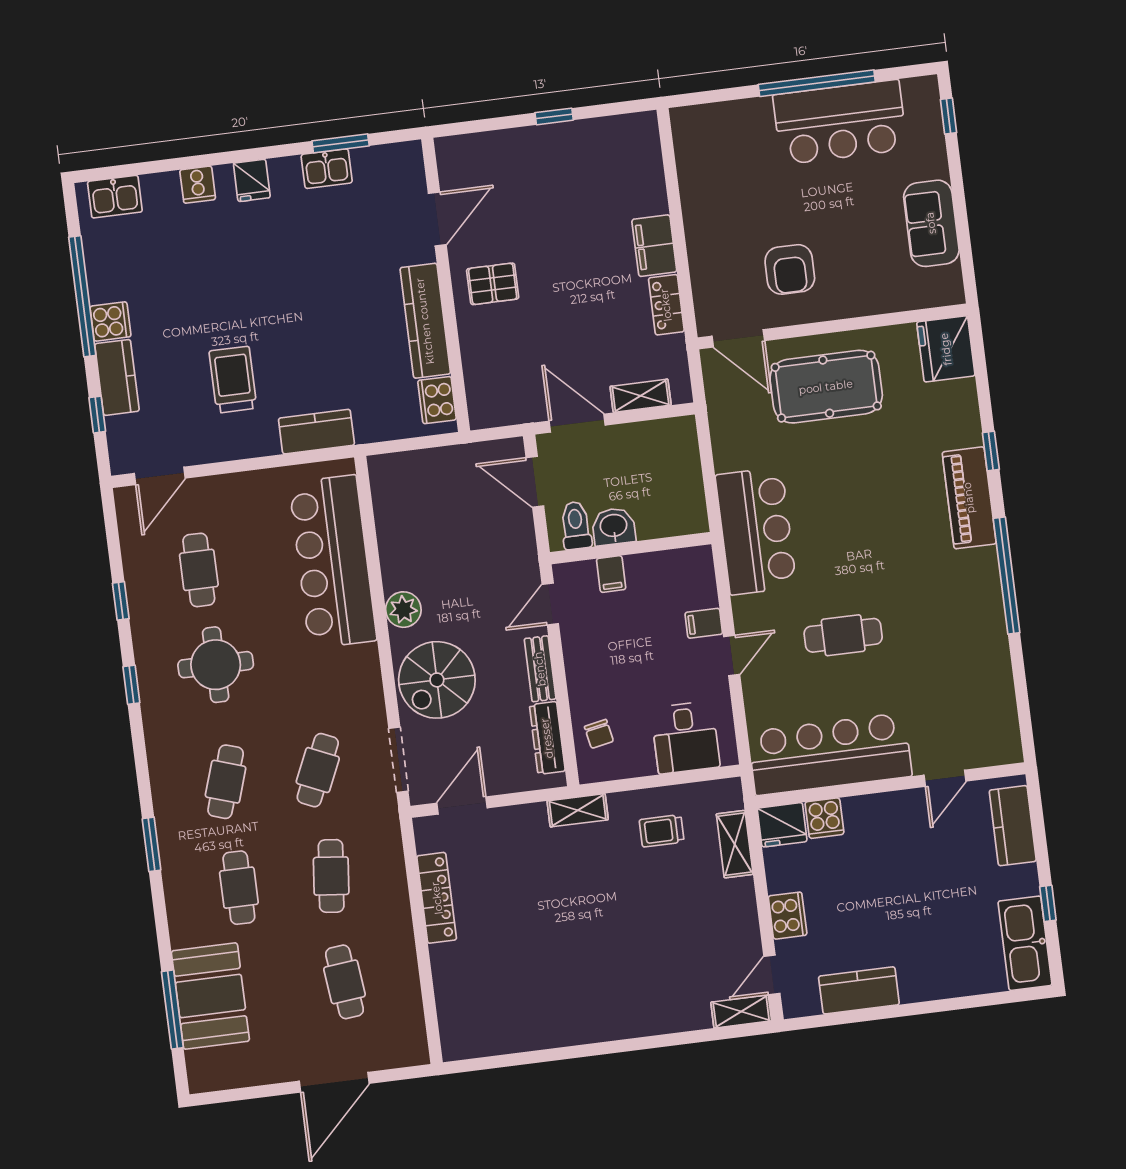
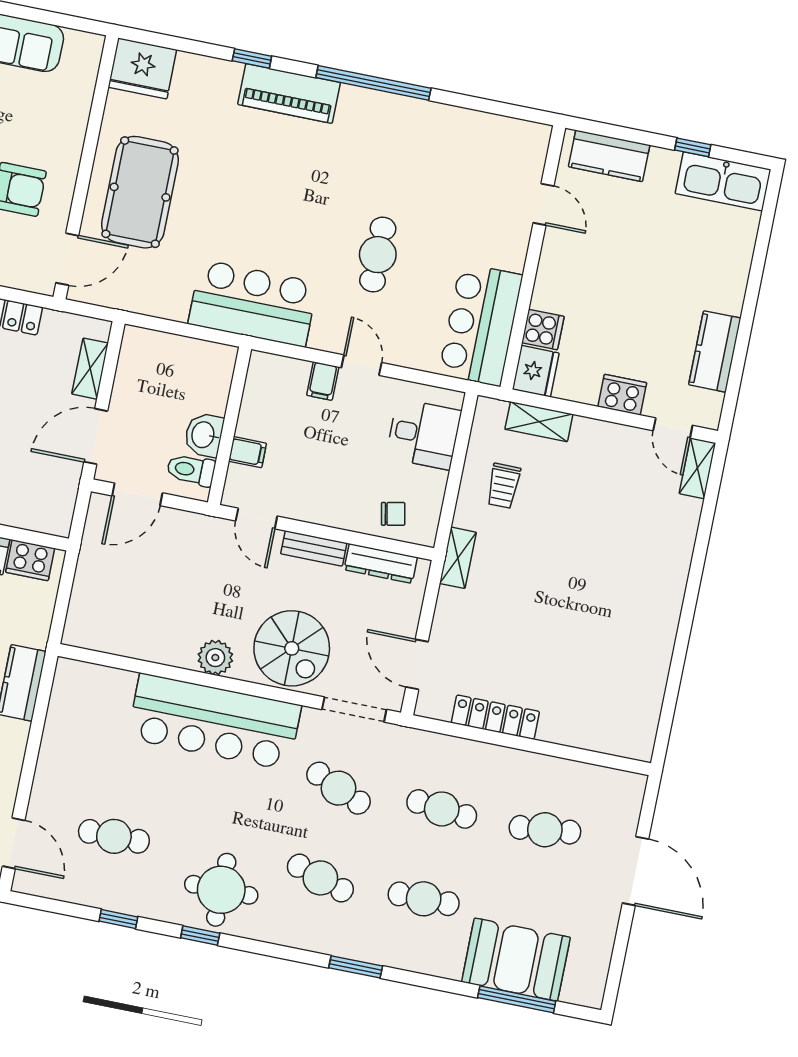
bar counter: (333, 562) -> (214, 722), moved
round table: (216, 665) -> (221, 890), moved
bar counter: (830, 754) -> (481, 325), width x0.73

